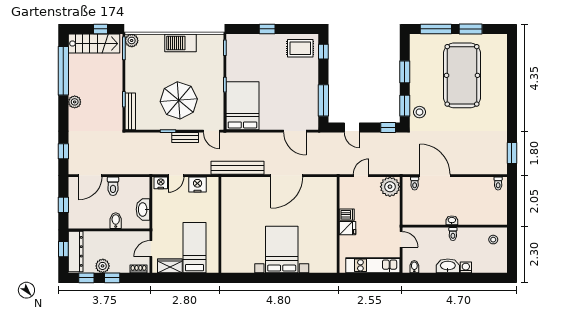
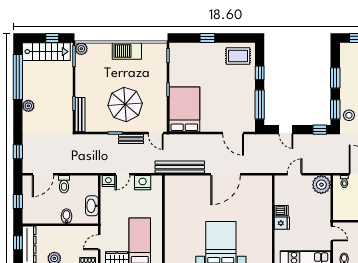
window: (323, 52) -> (260, 73), moved

